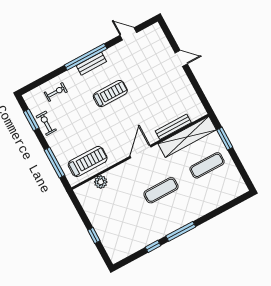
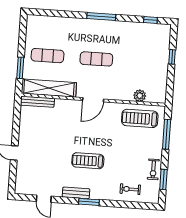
window: (86, 57) -> (89, 202), width x0.47
bench: (91, 64) -> (76, 193), moved
bench: (173, 127) -> (37, 102), moved
window: (153, 246) -> (150, 20), moved

